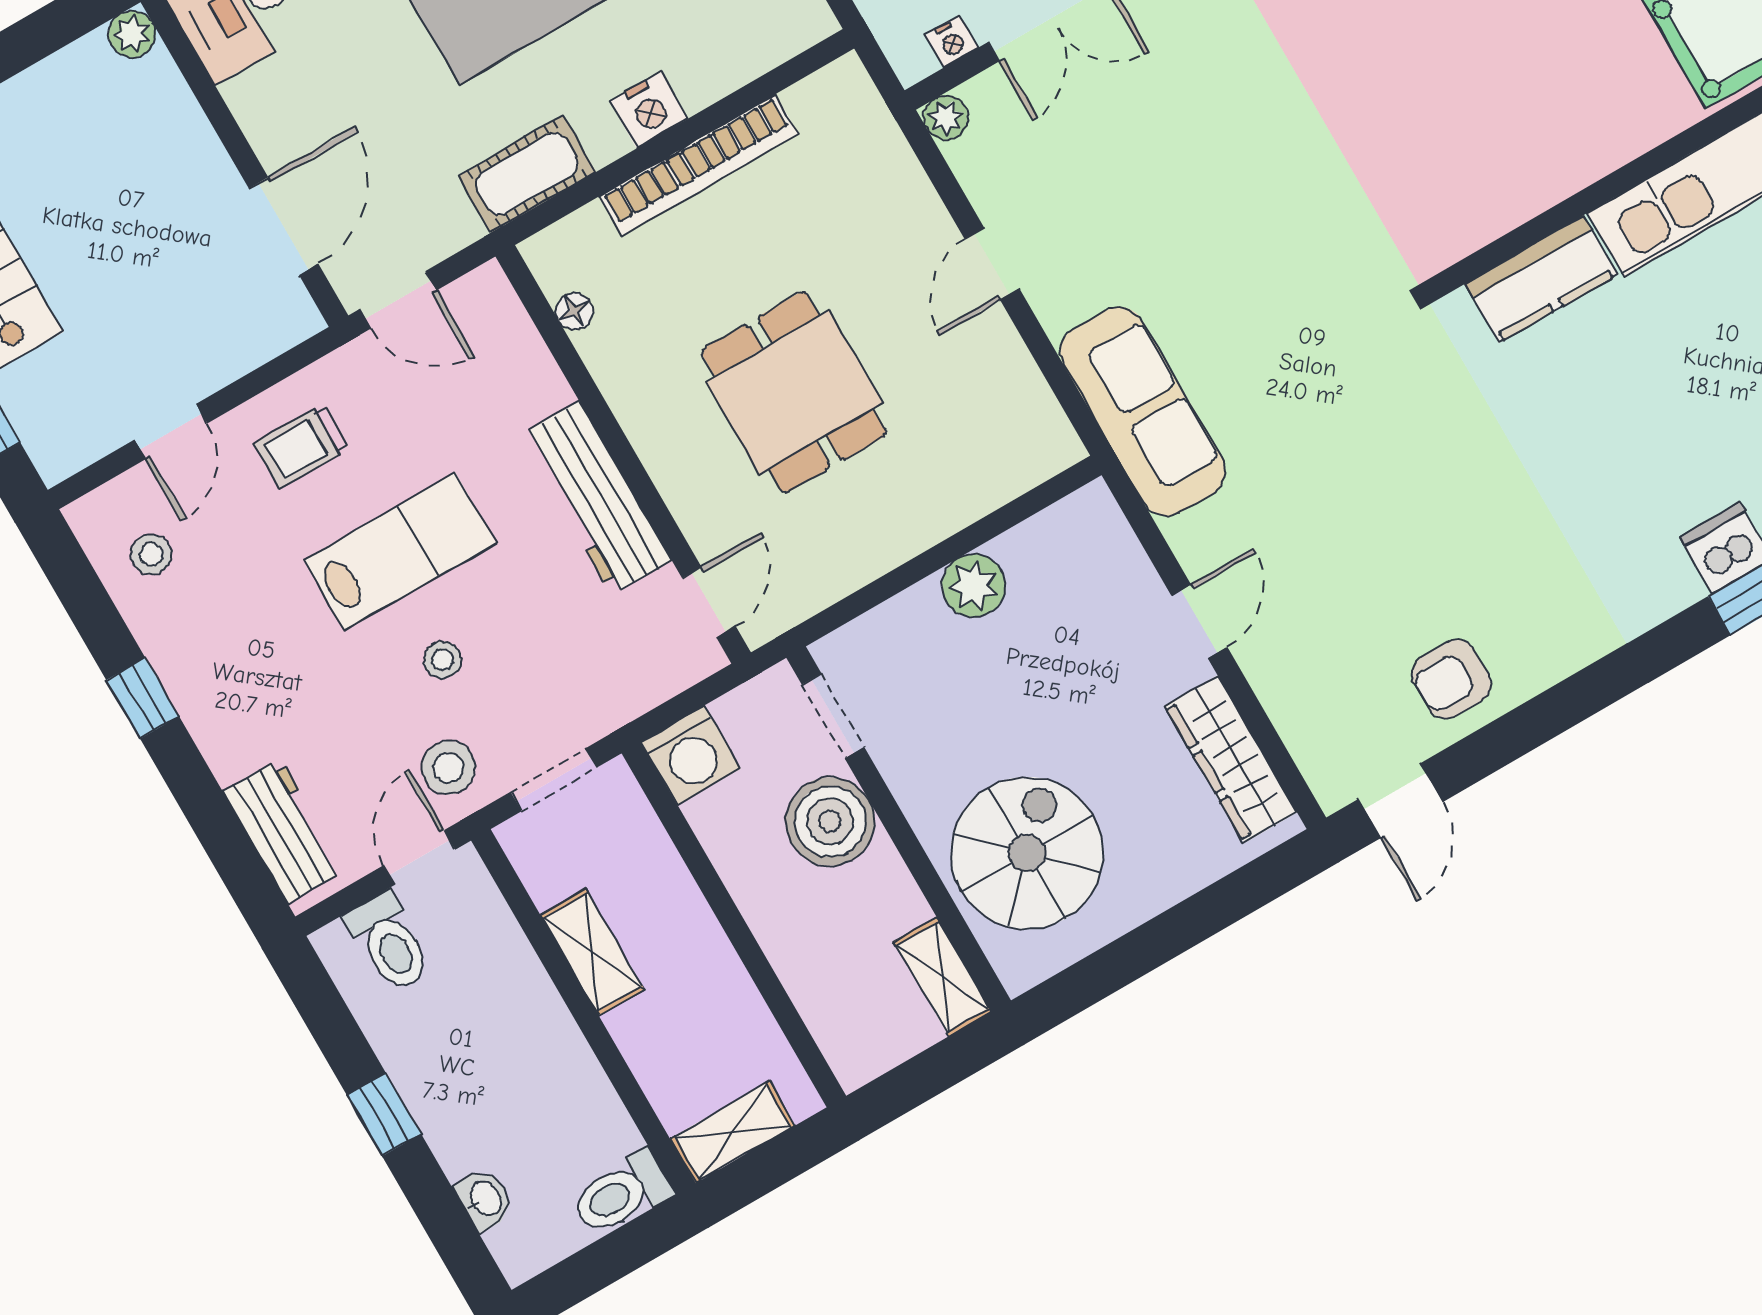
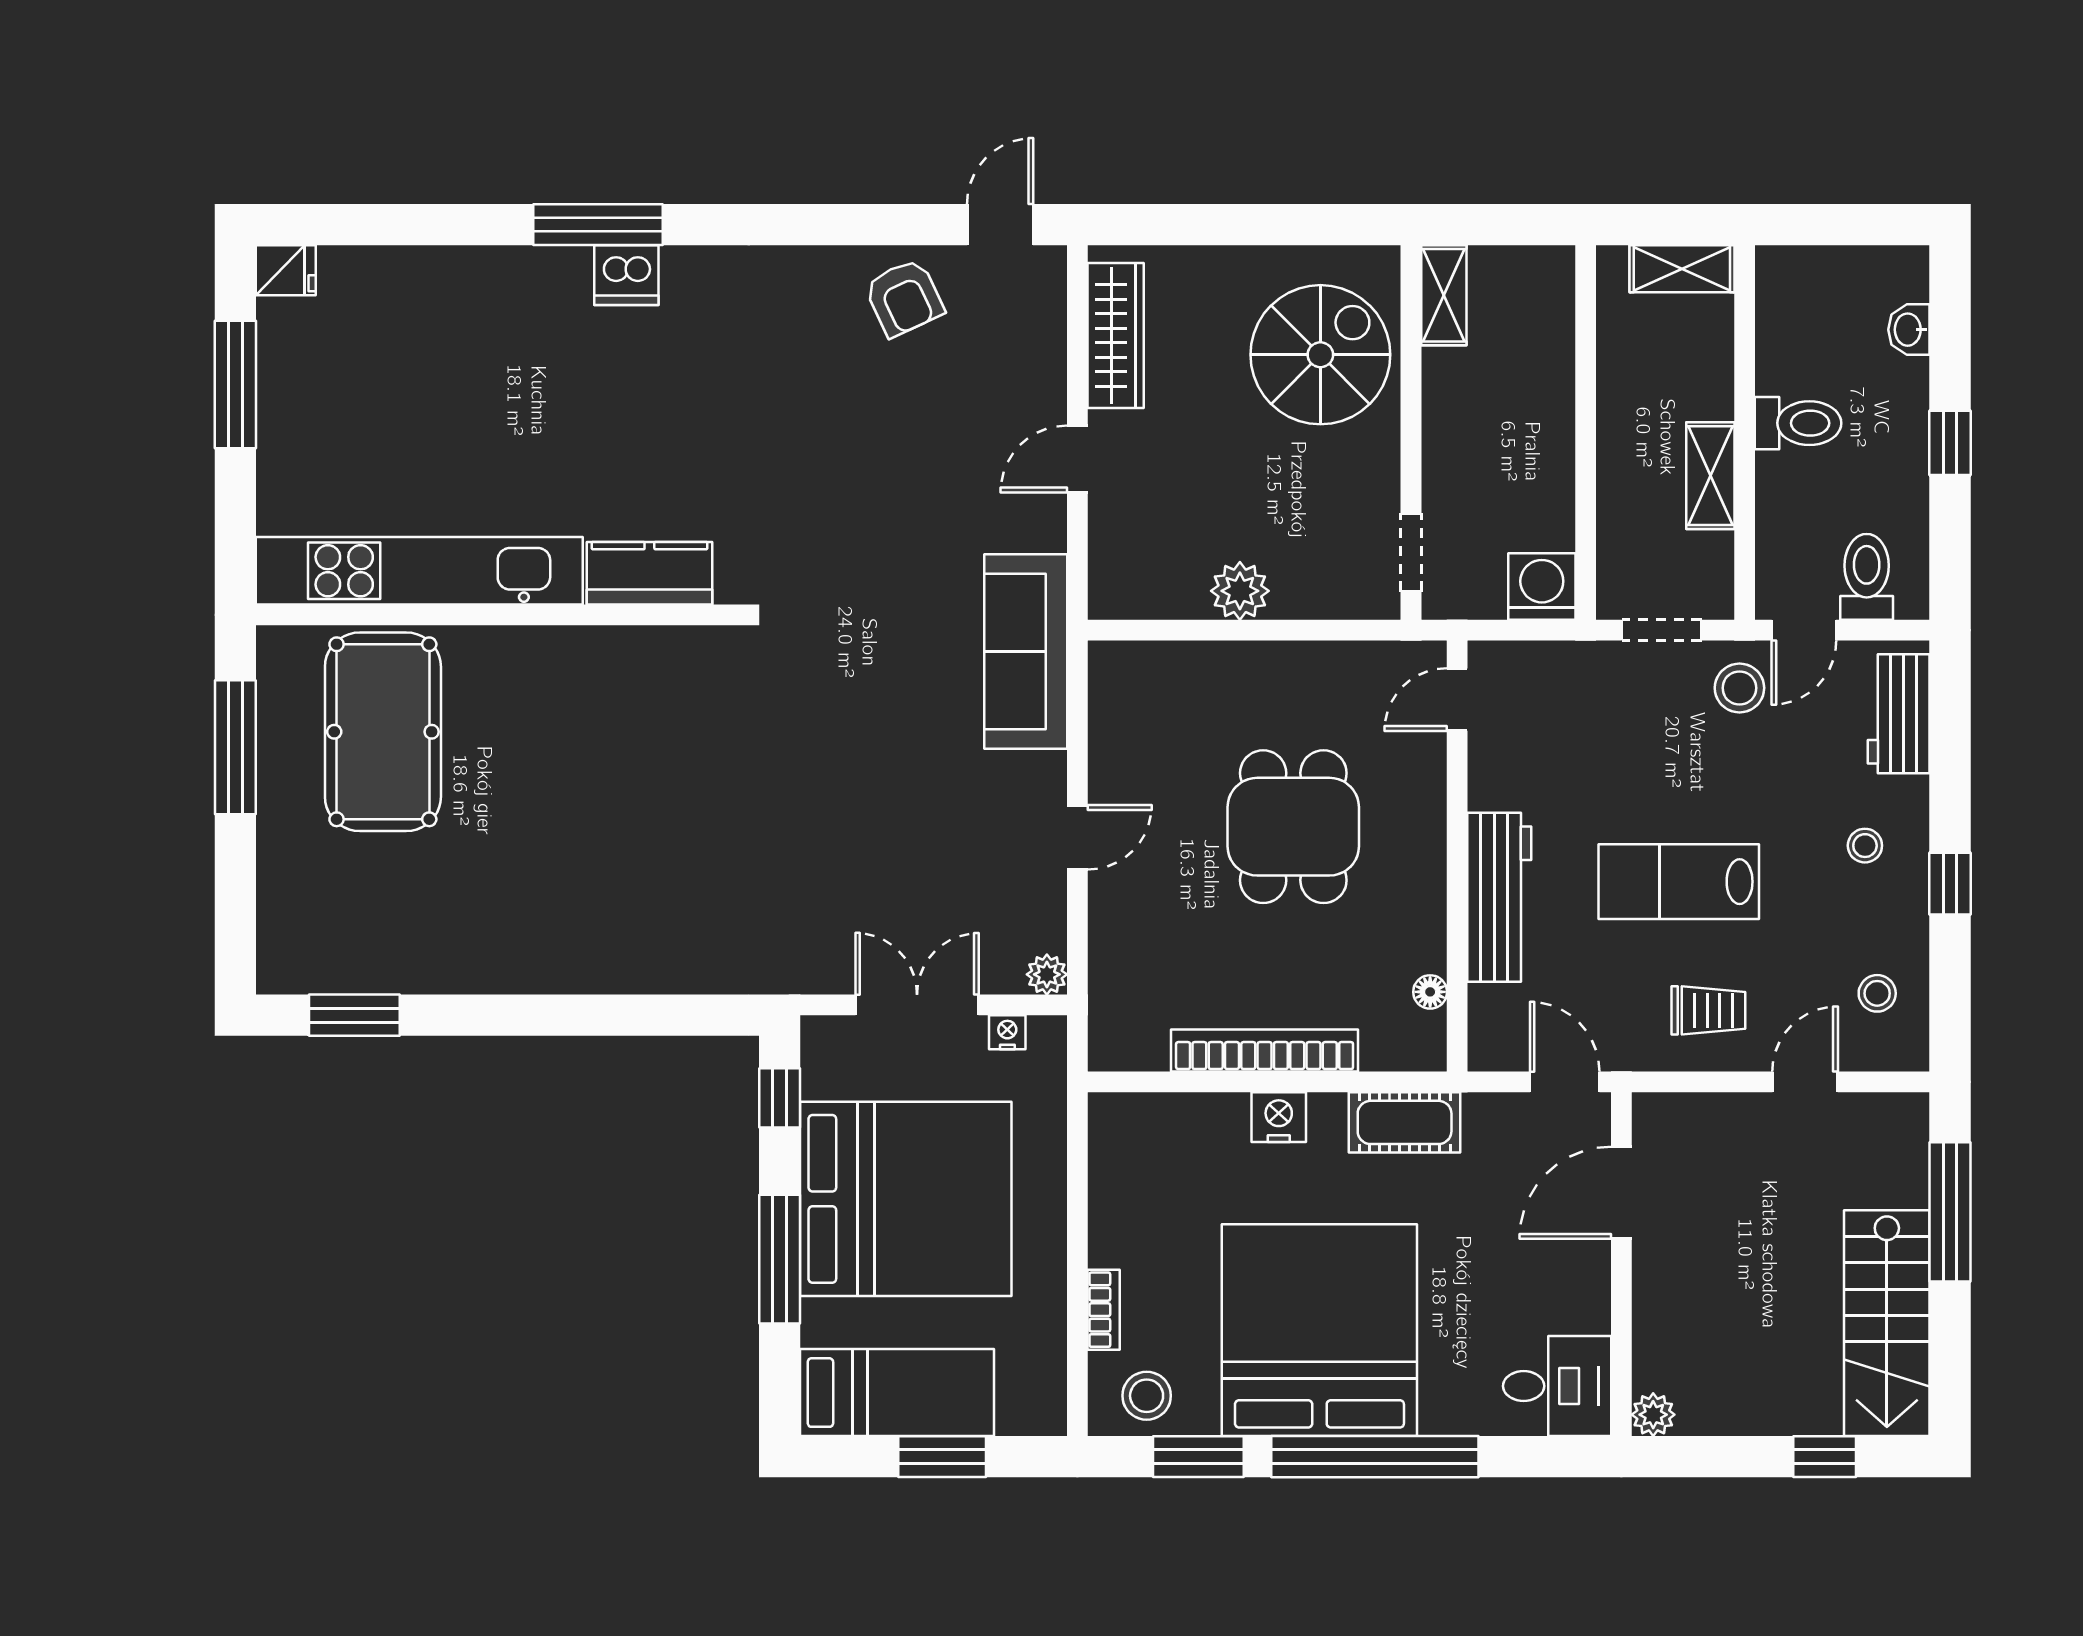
workbench: (595, 498) -> (1499, 897), moved
stool: (443, 660) -> (1865, 846), moved
armchair: (1451, 679) -> (904, 298), turned 65
boiler: (830, 822) -> (1462, 470), removed
spiral stairs: (1027, 853) -> (1320, 355), turned 180
toilet: (621, 1193) -> (1798, 423), moved

